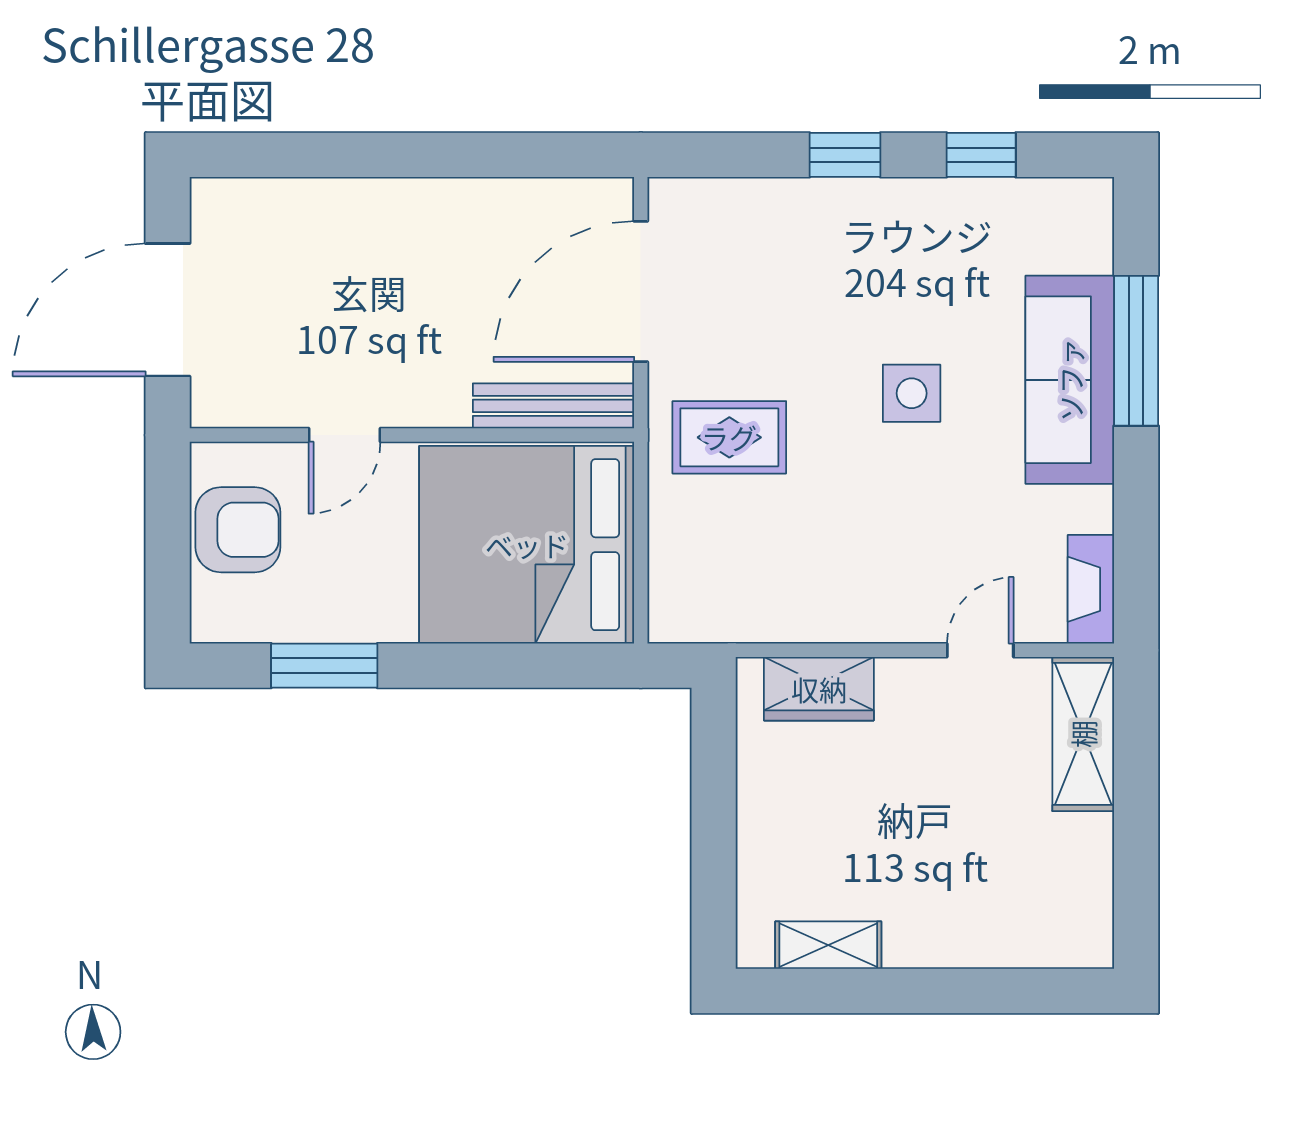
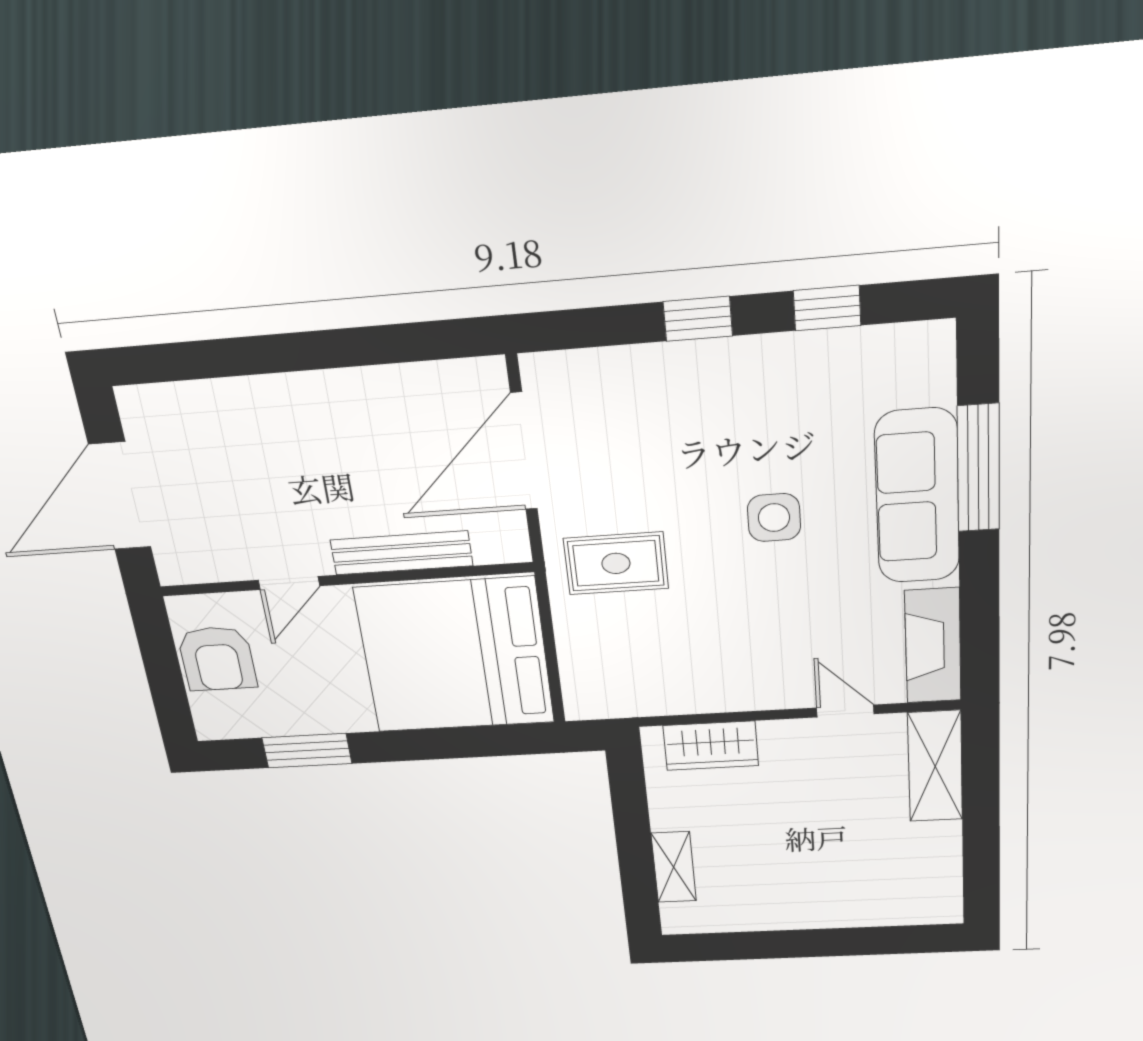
bench: (554, 406) -> (402, 553), moved
armchair: (238, 530) -> (217, 659), turned 90
fireplace: (1091, 589) -> (933, 646), width x1.37, depth x1.32
door: (980, 650) -> (845, 711), hinge flipped
shelving: (828, 945) -> (674, 867), moved, turned 90

